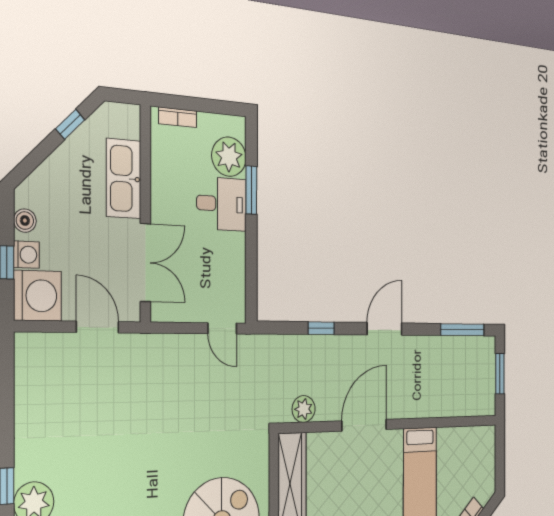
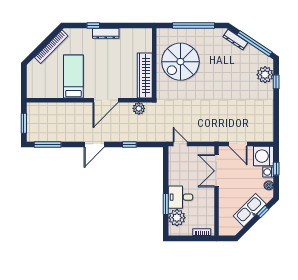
window: (70, 124) -> (263, 212), moved
kitchen sink: (124, 179) -> (250, 210), moved, turned -135

